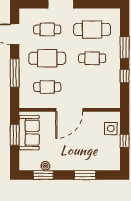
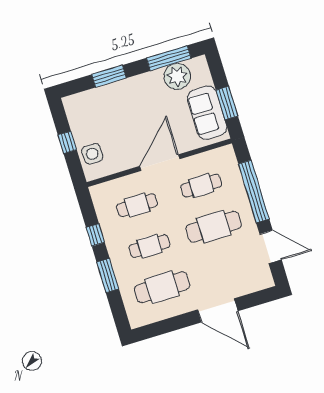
cafe table: (47, 30) -> (137, 205), moved
window: (15, 73) -> (254, 191), width x1.46
plant: (45, 166) -> (177, 76), width x1.87, depth x1.87
window: (43, 175) -> (169, 58), width x1.44

